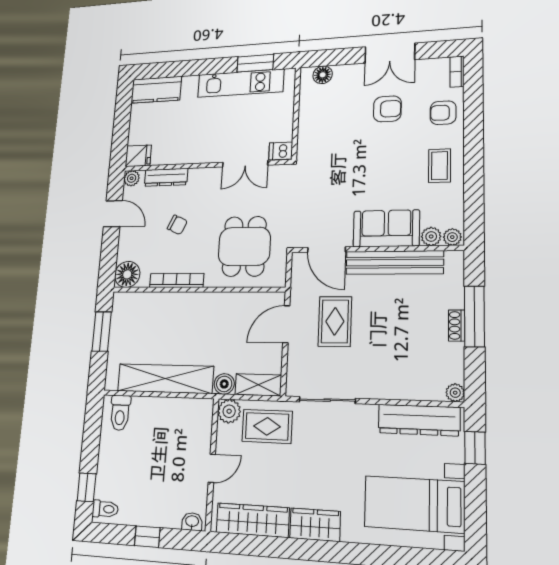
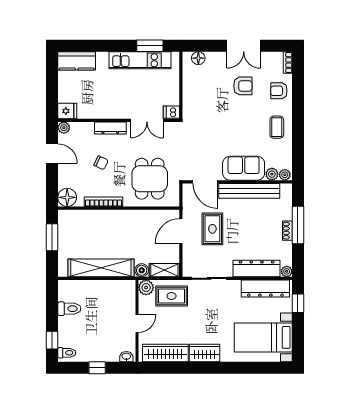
dresser: (166, 177) -> (110, 128), moved
dresser: (404, 386) -> (257, 269), added
toilet: (120, 413) -> (69, 309), moved, turned -90

